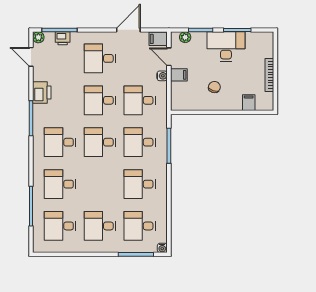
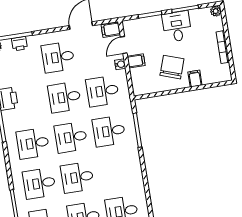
plant: (185, 37) -> (216, 11), moved
desk: (226, 47) -> (177, 27), width x0.73
door: (169, 57) -> (124, 45), hinge flipped
chair: (214, 87) -> (172, 67), width x1.87, depth x1.87
filing cabinet: (249, 103) -> (195, 79), moved
desk: (140, 184) -> (77, 177), moved

